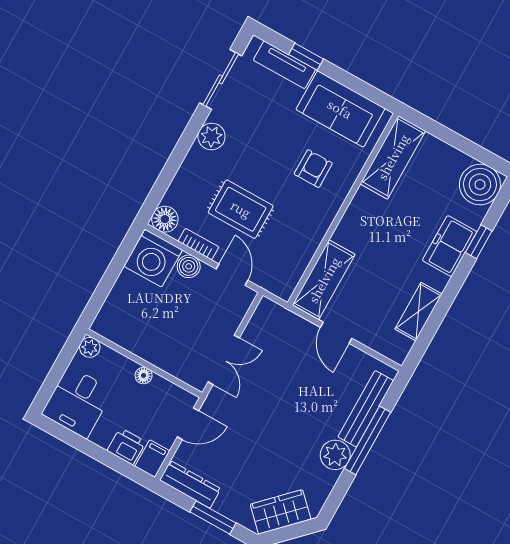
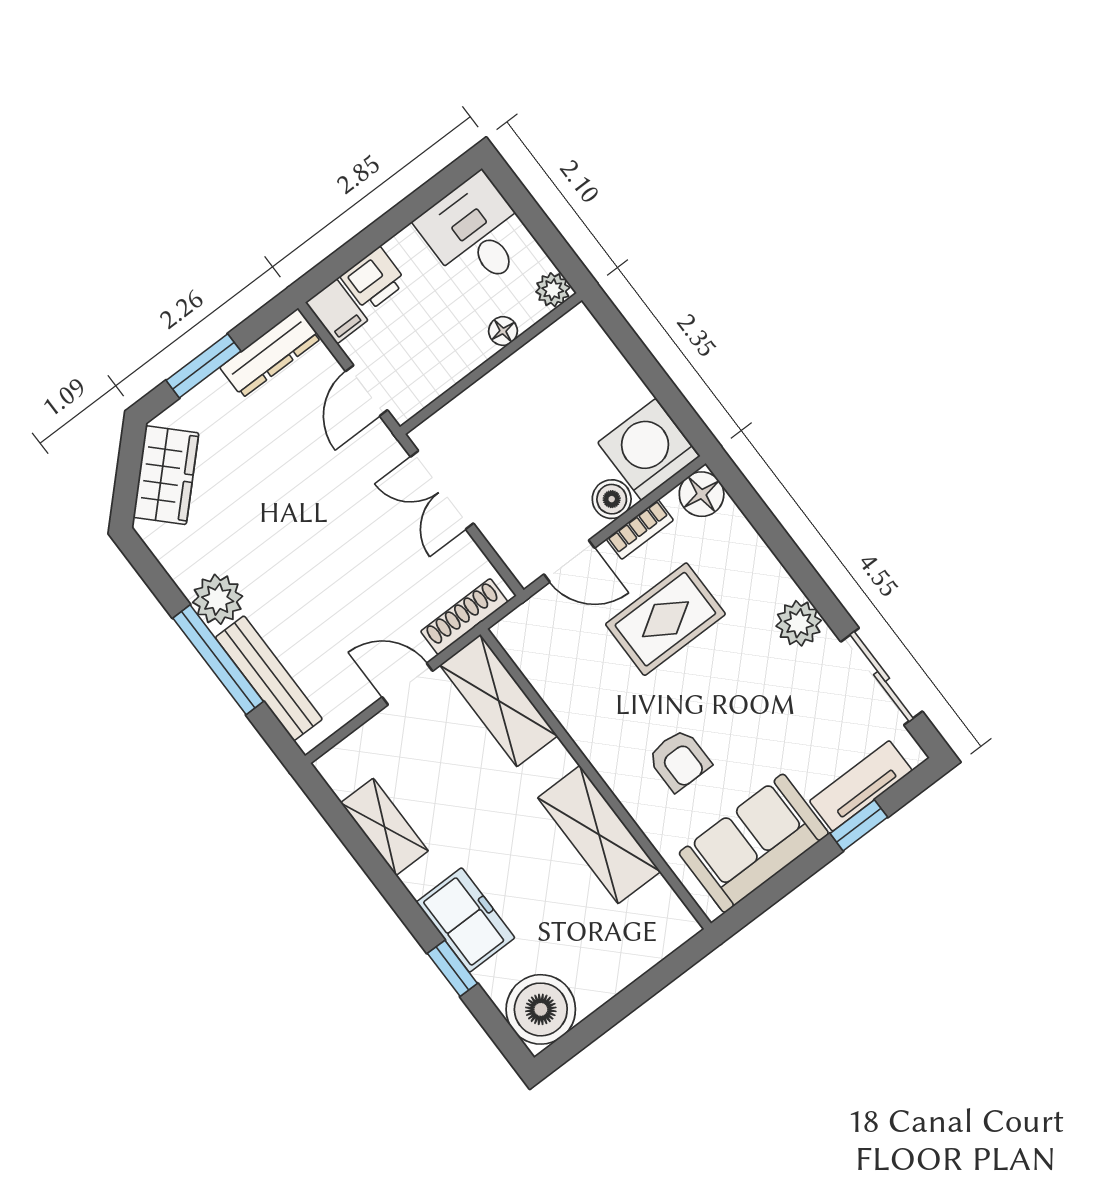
shelving: (393, 157) -> (599, 835), moved
shoe rack: (287, 318) -> (464, 617), added
floor lamp: (144, 375) -> (503, 331), moved

